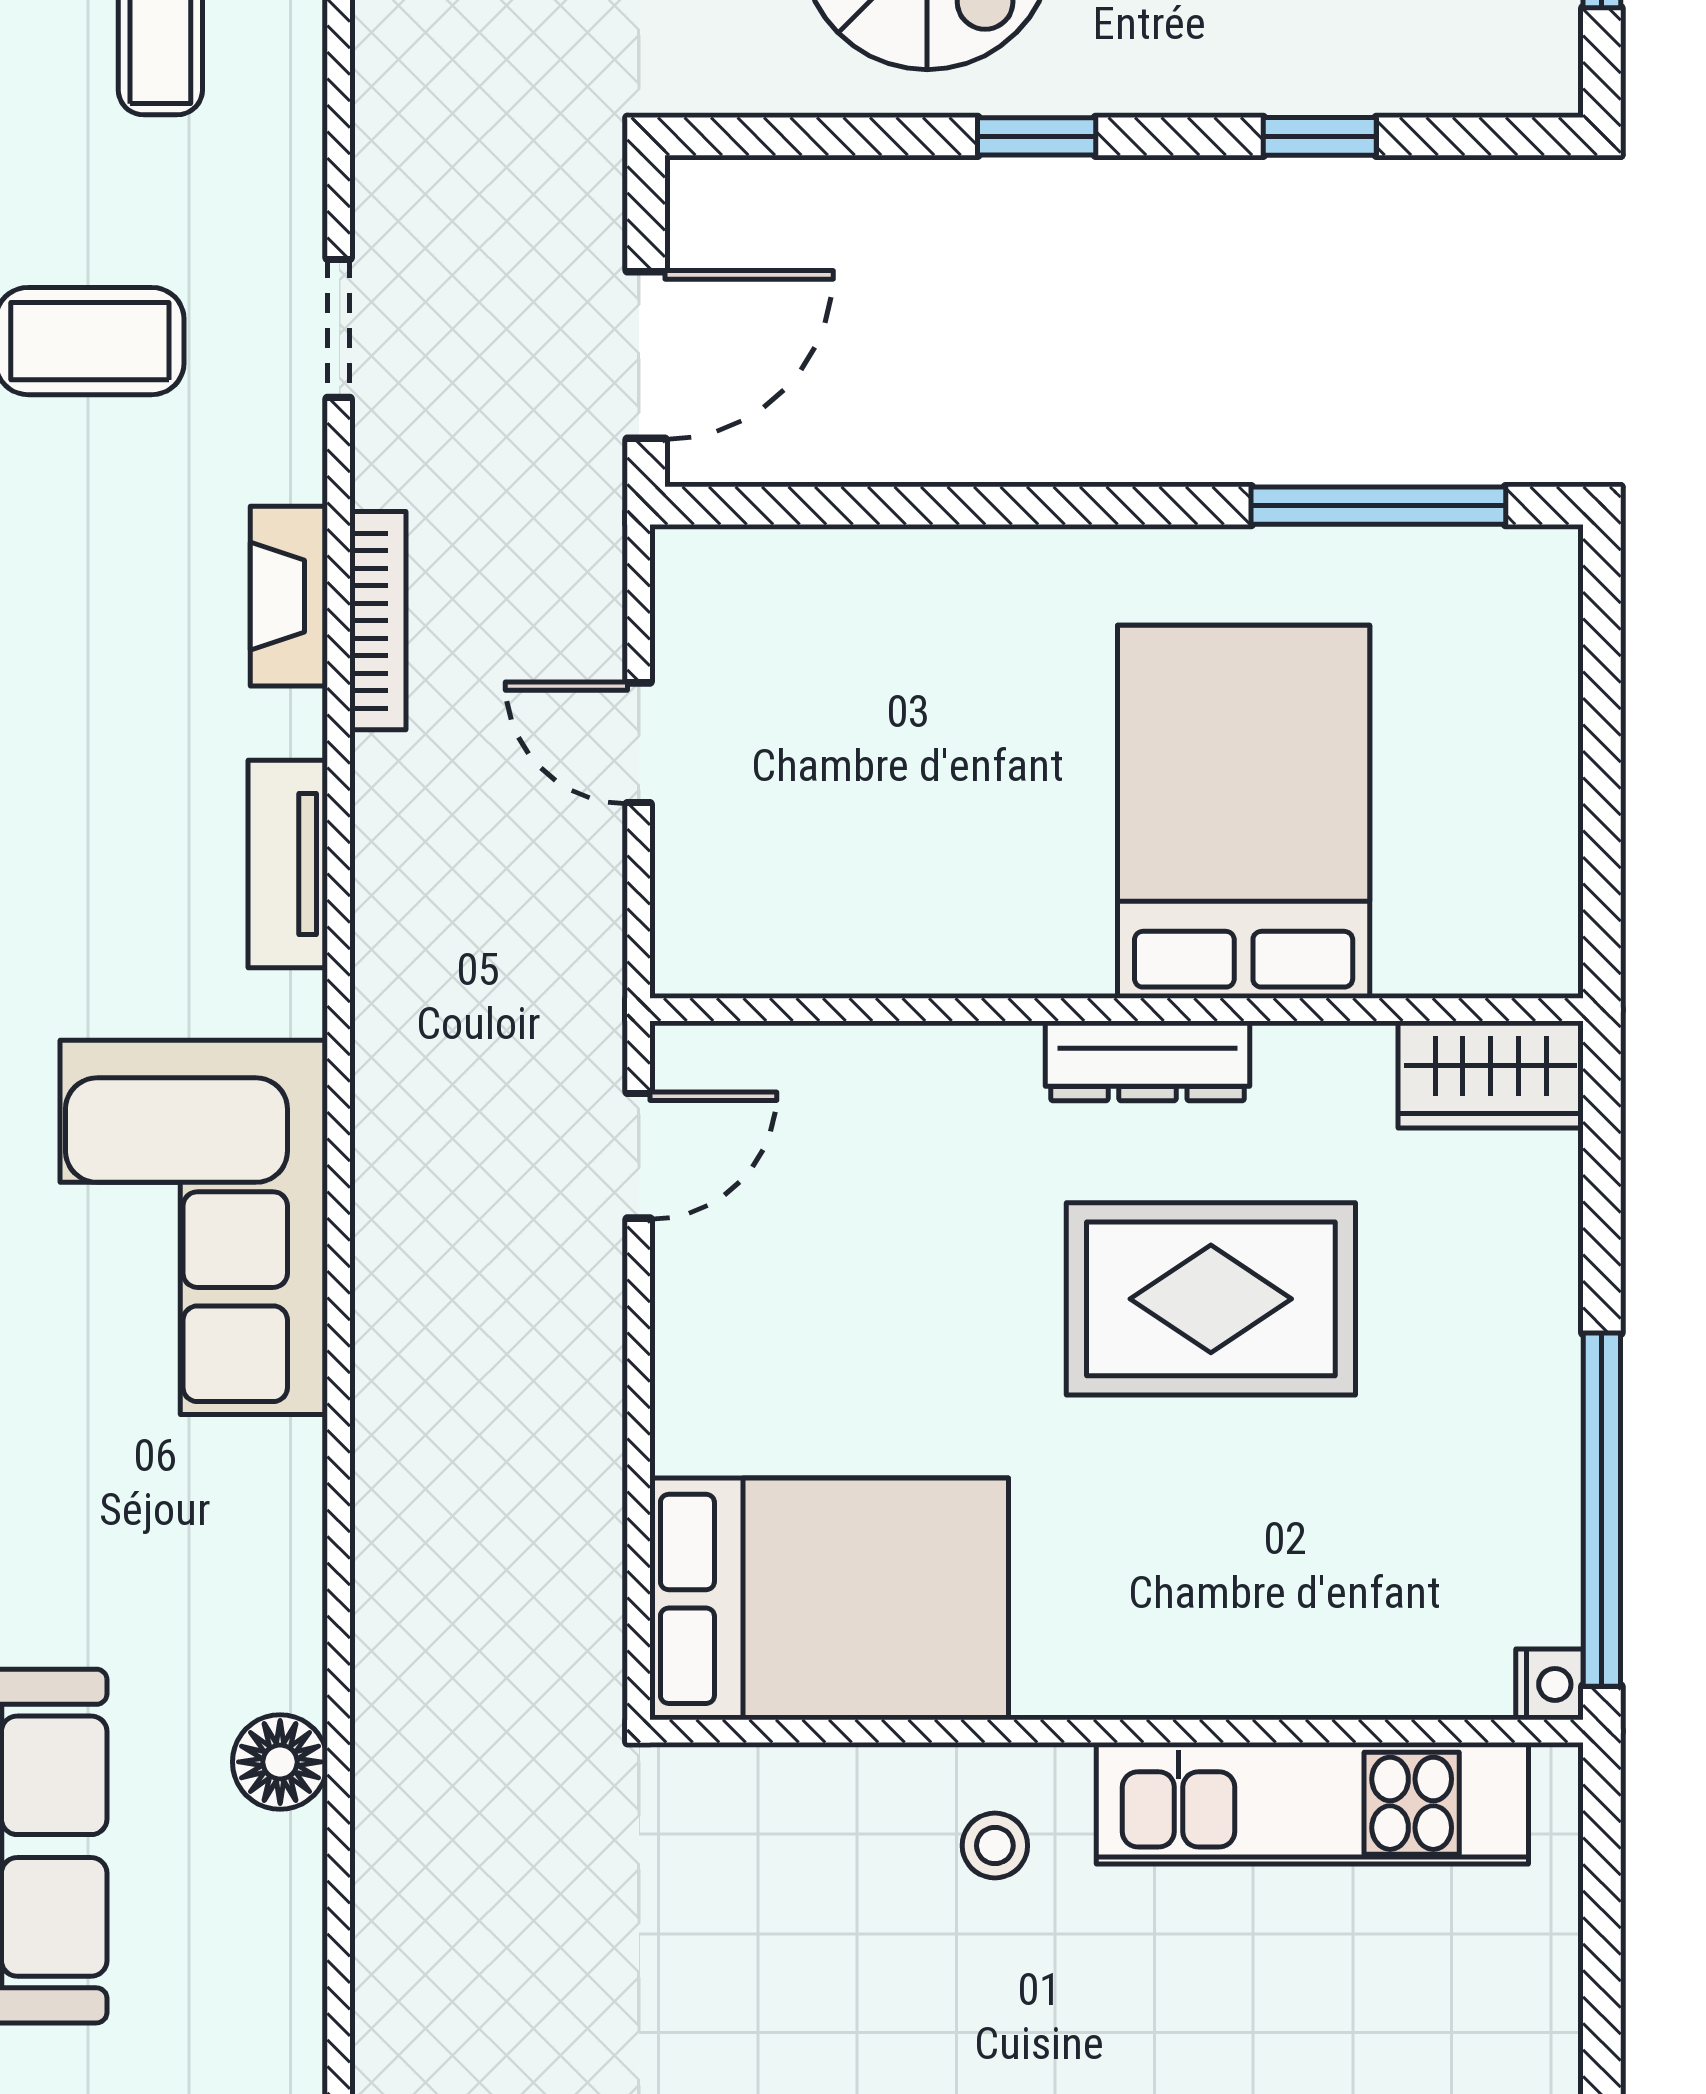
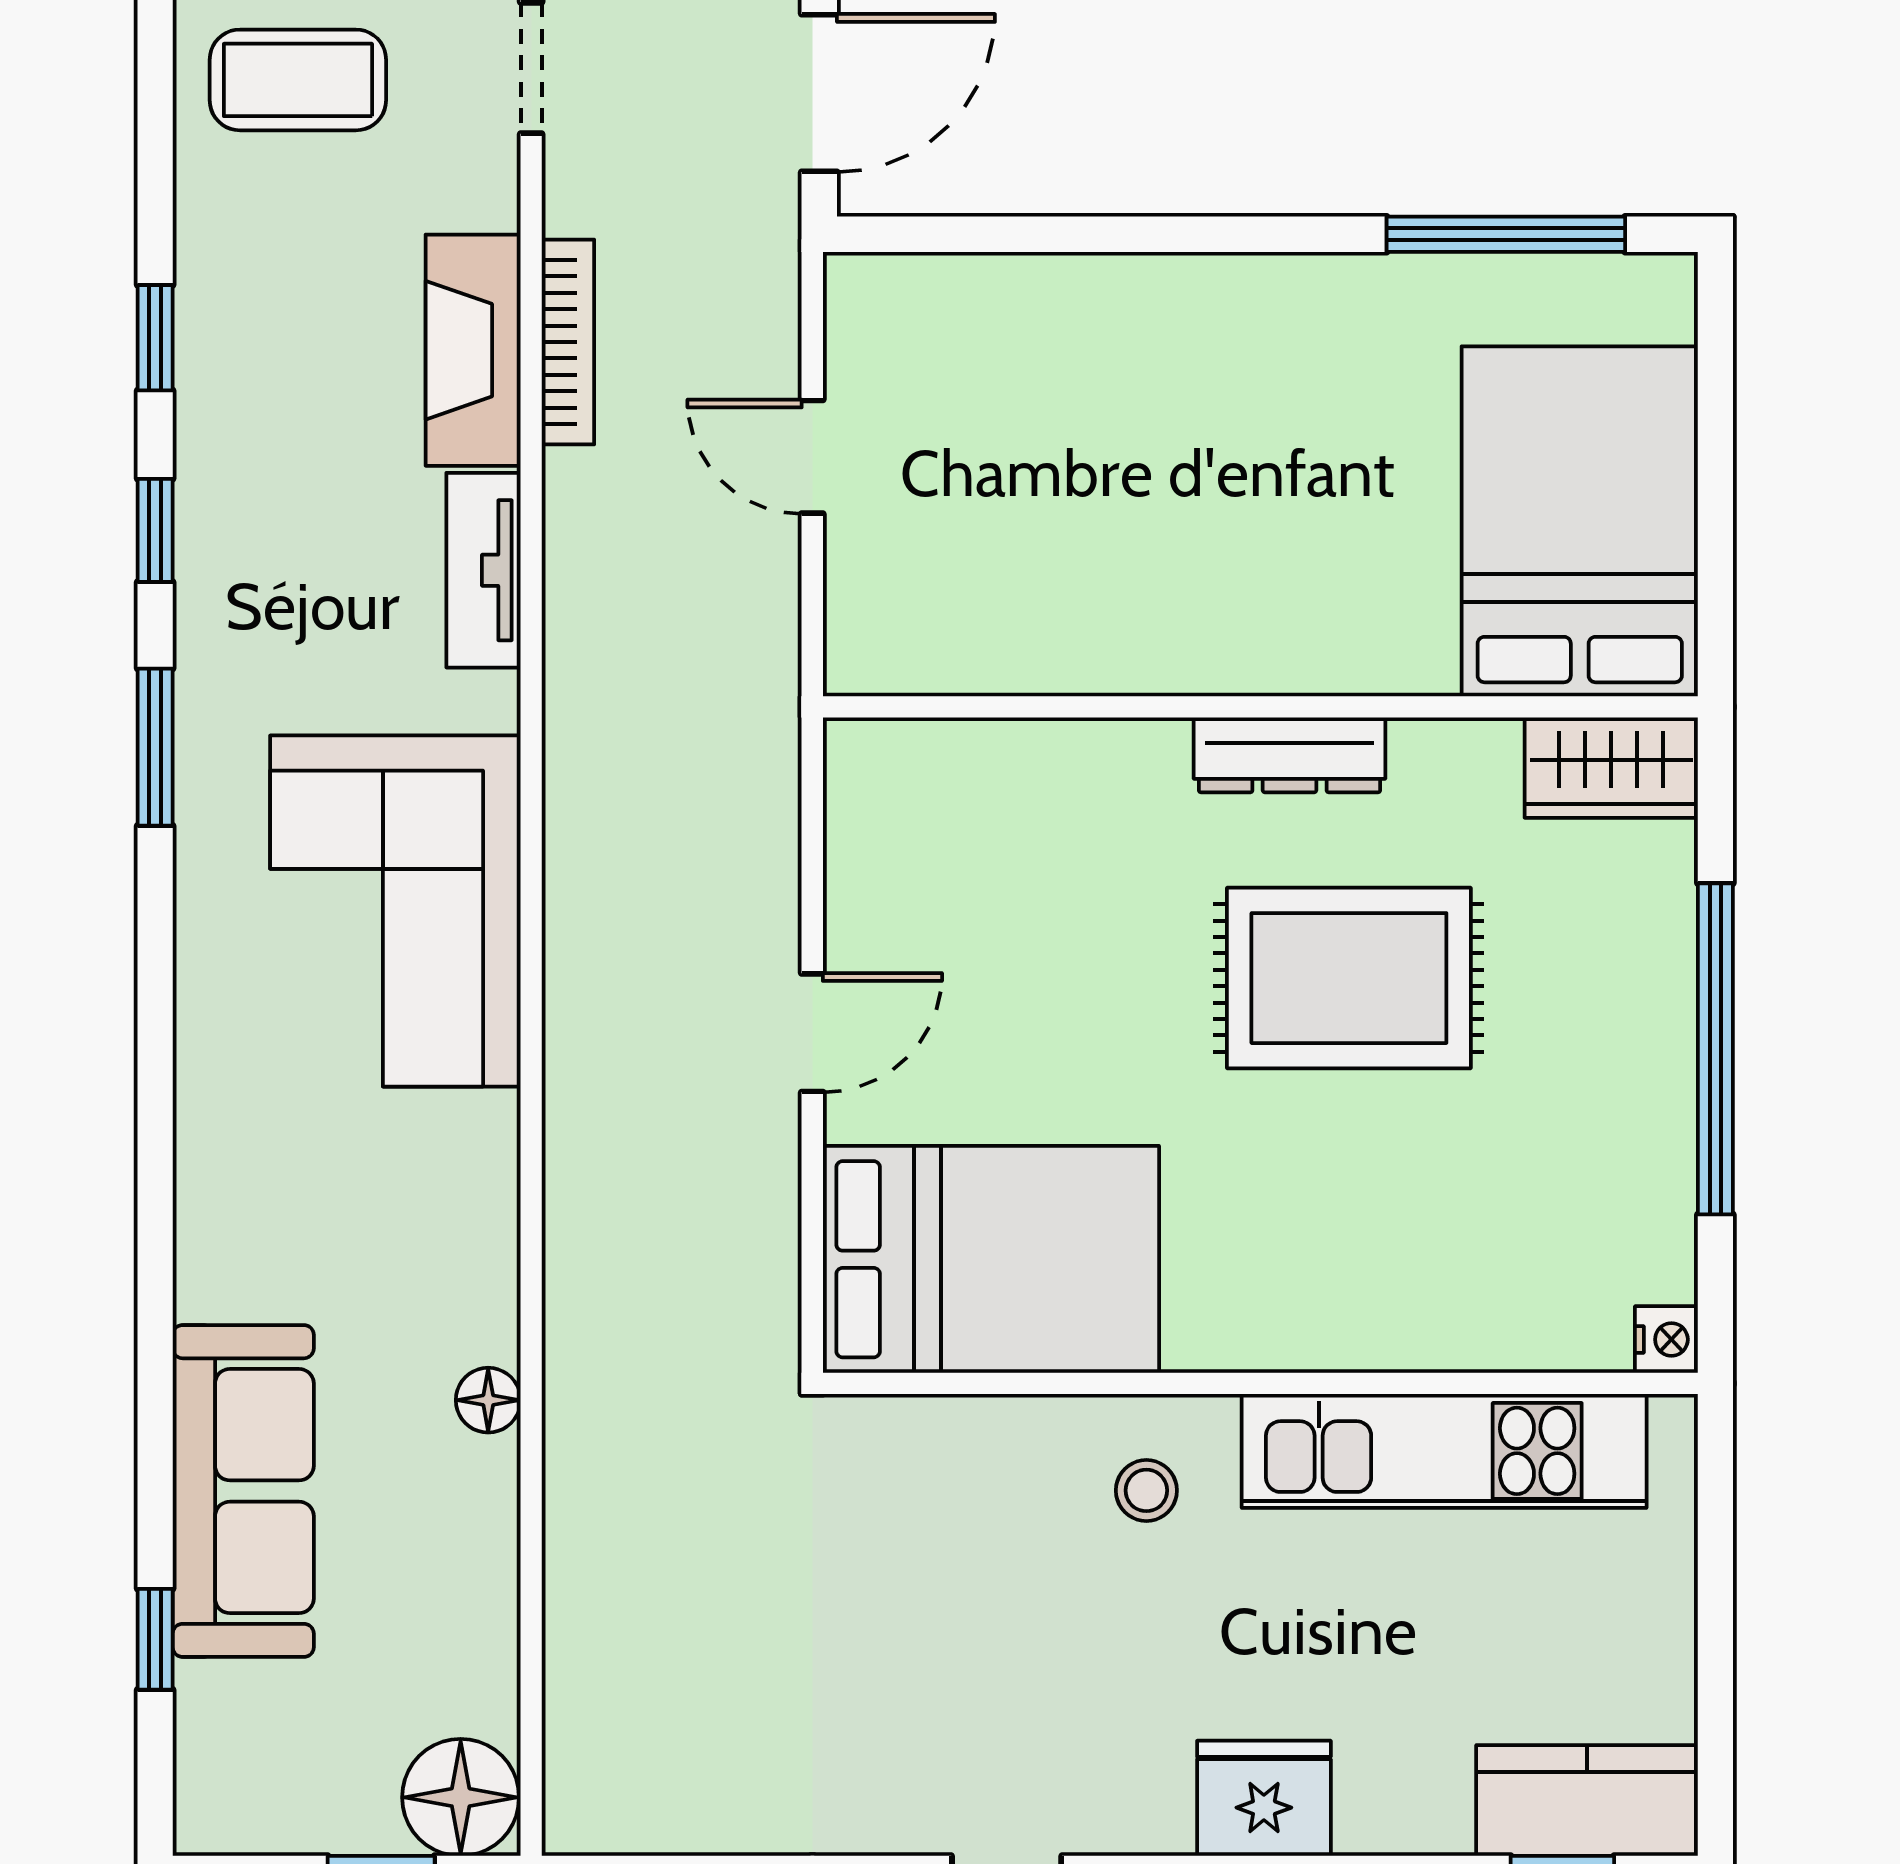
fireplace: (289, 596) -> (473, 350), width x1.37, depth x1.32
bed: (1244, 812) -> (1580, 521), moved
door: (639, 1156) -> (812, 1033), moved
window: (1602, 1510) -> (1715, 1049), moved
floor lamp: (280, 1762) -> (488, 1400), width x0.73, depth x0.73

